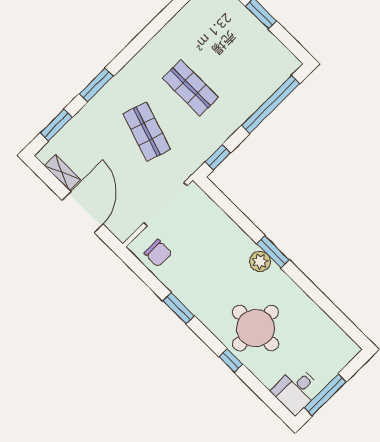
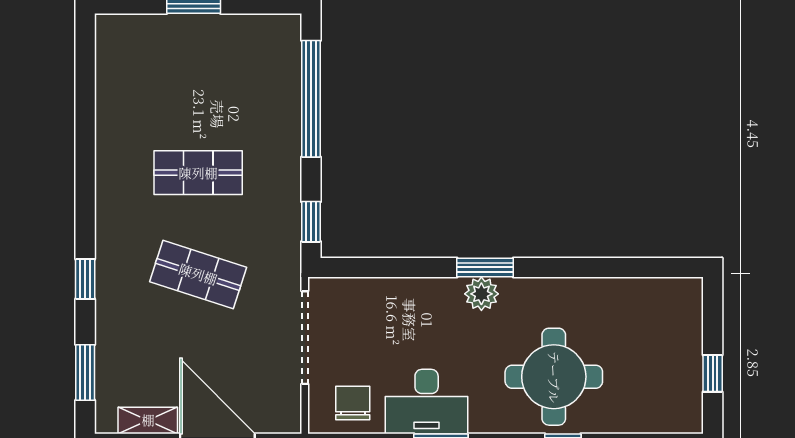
window: (96, 85) -> (85, 279), width x0.67
chair: (158, 253) -> (353, 403), turned -90
desk: (296, 390) -> (427, 401), moved, width x1.37
window: (325, 395) -> (713, 373), width x0.46

